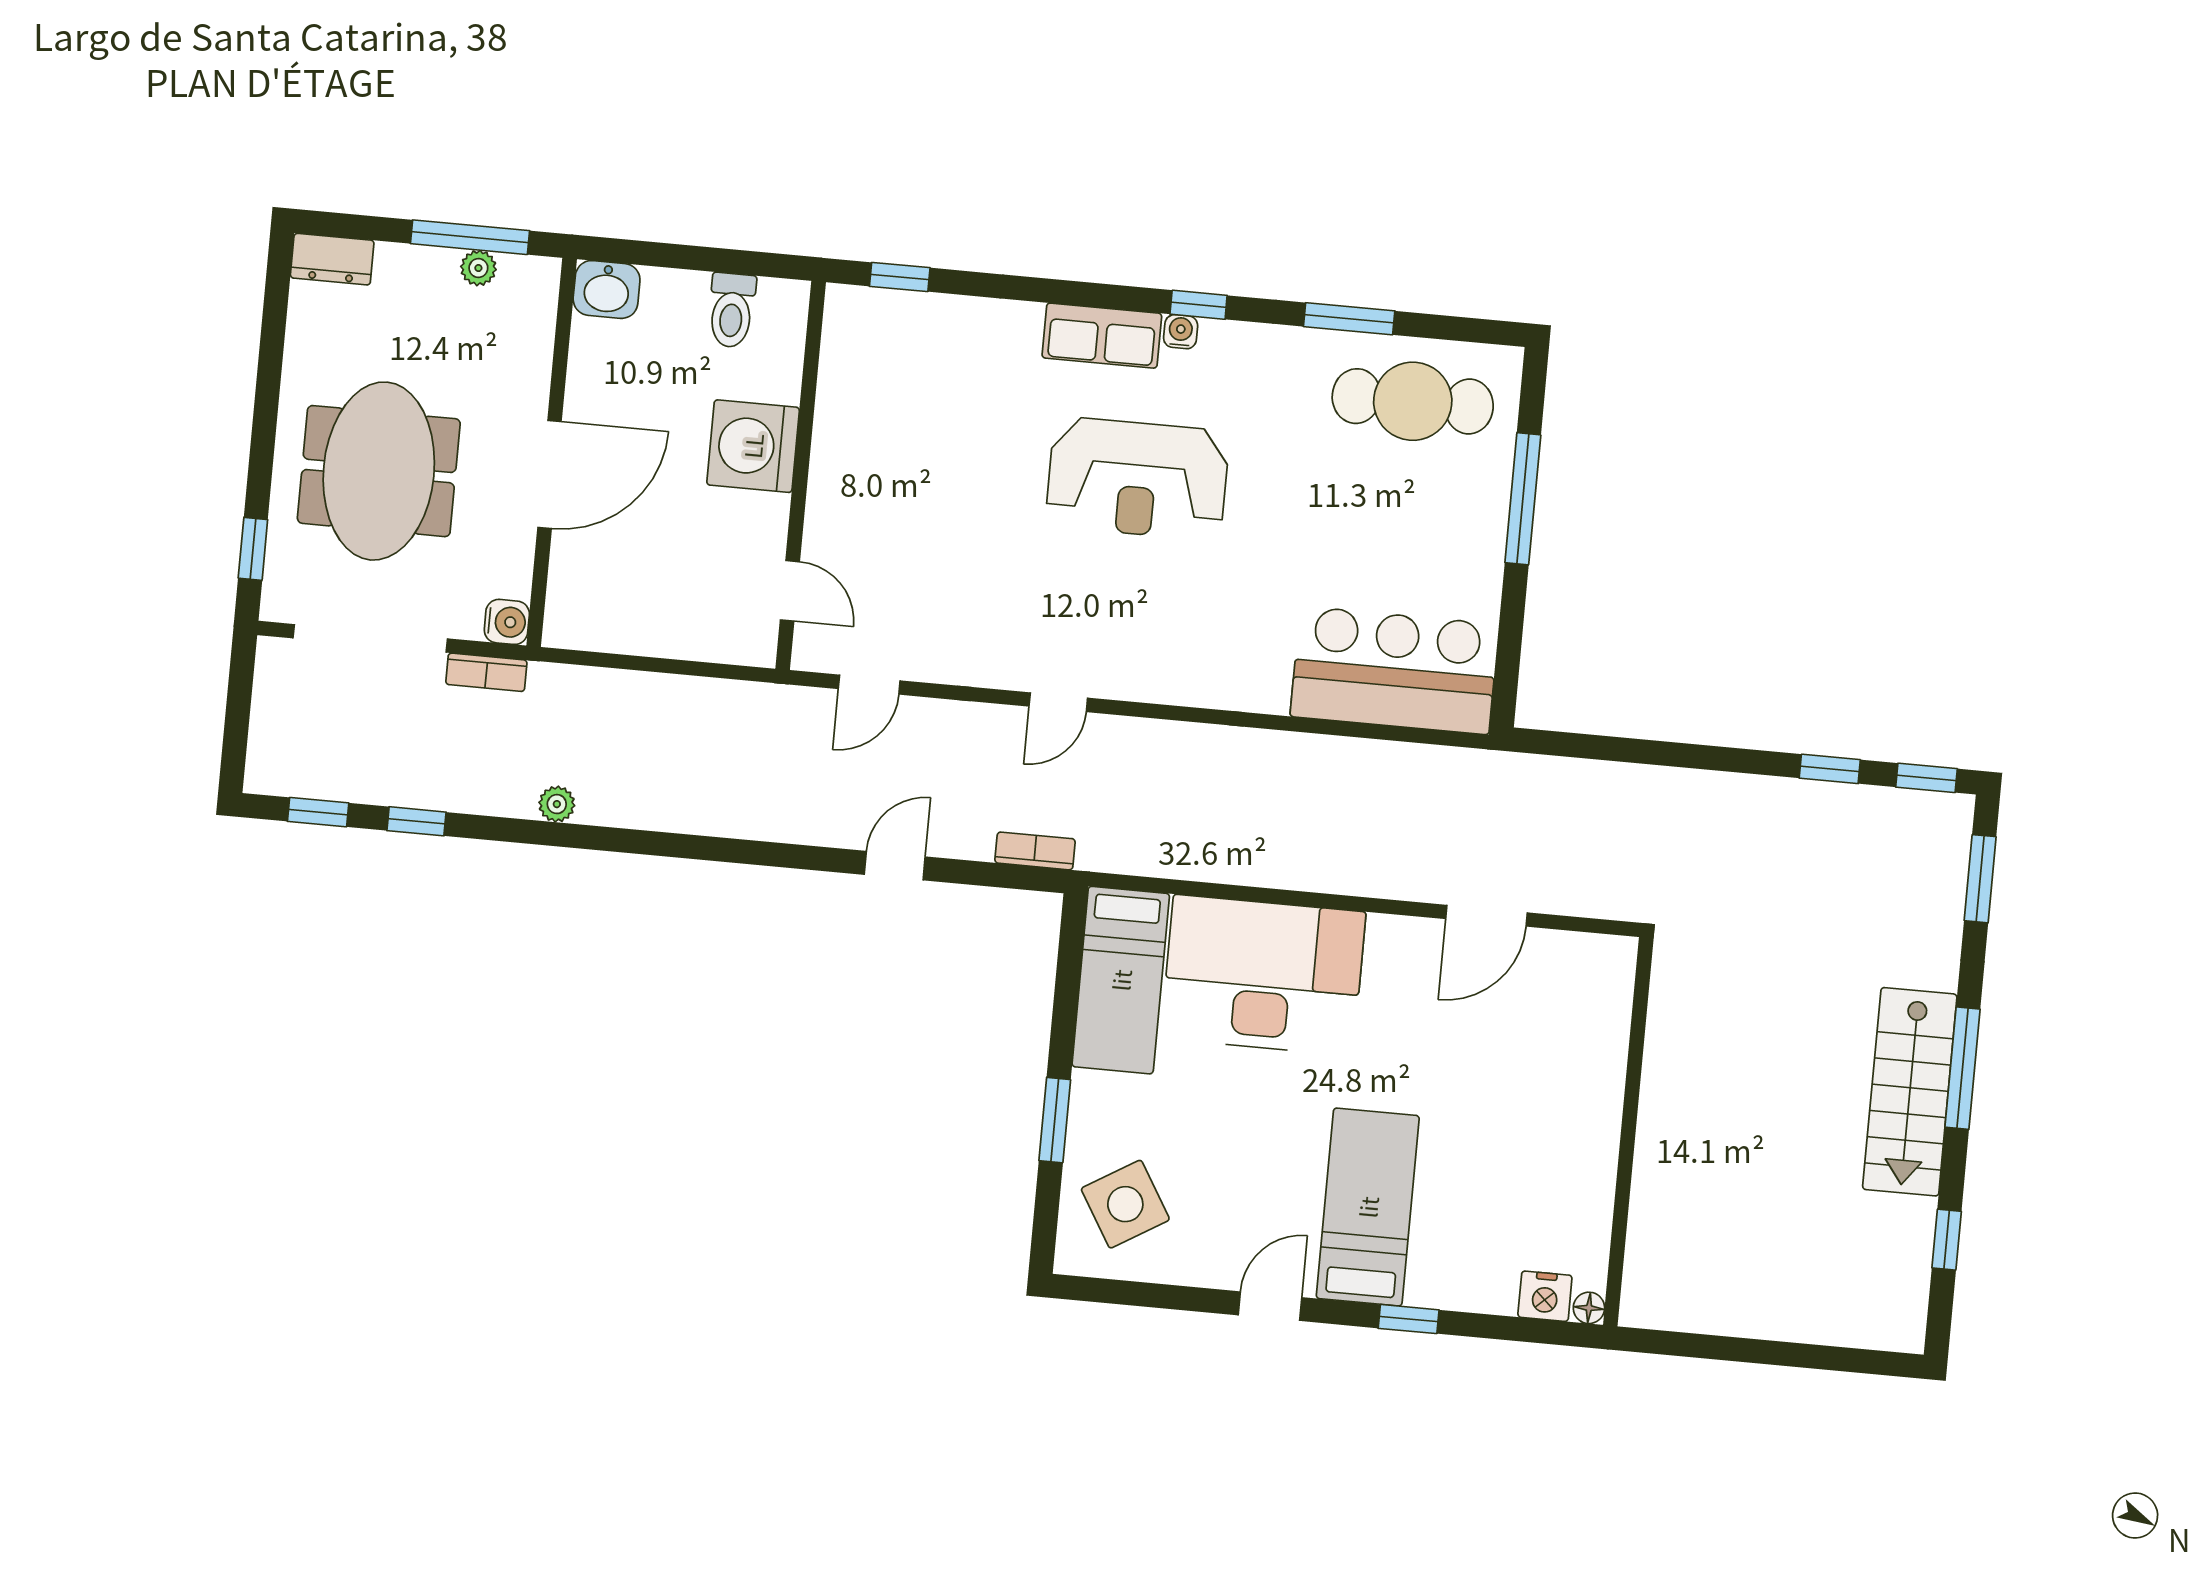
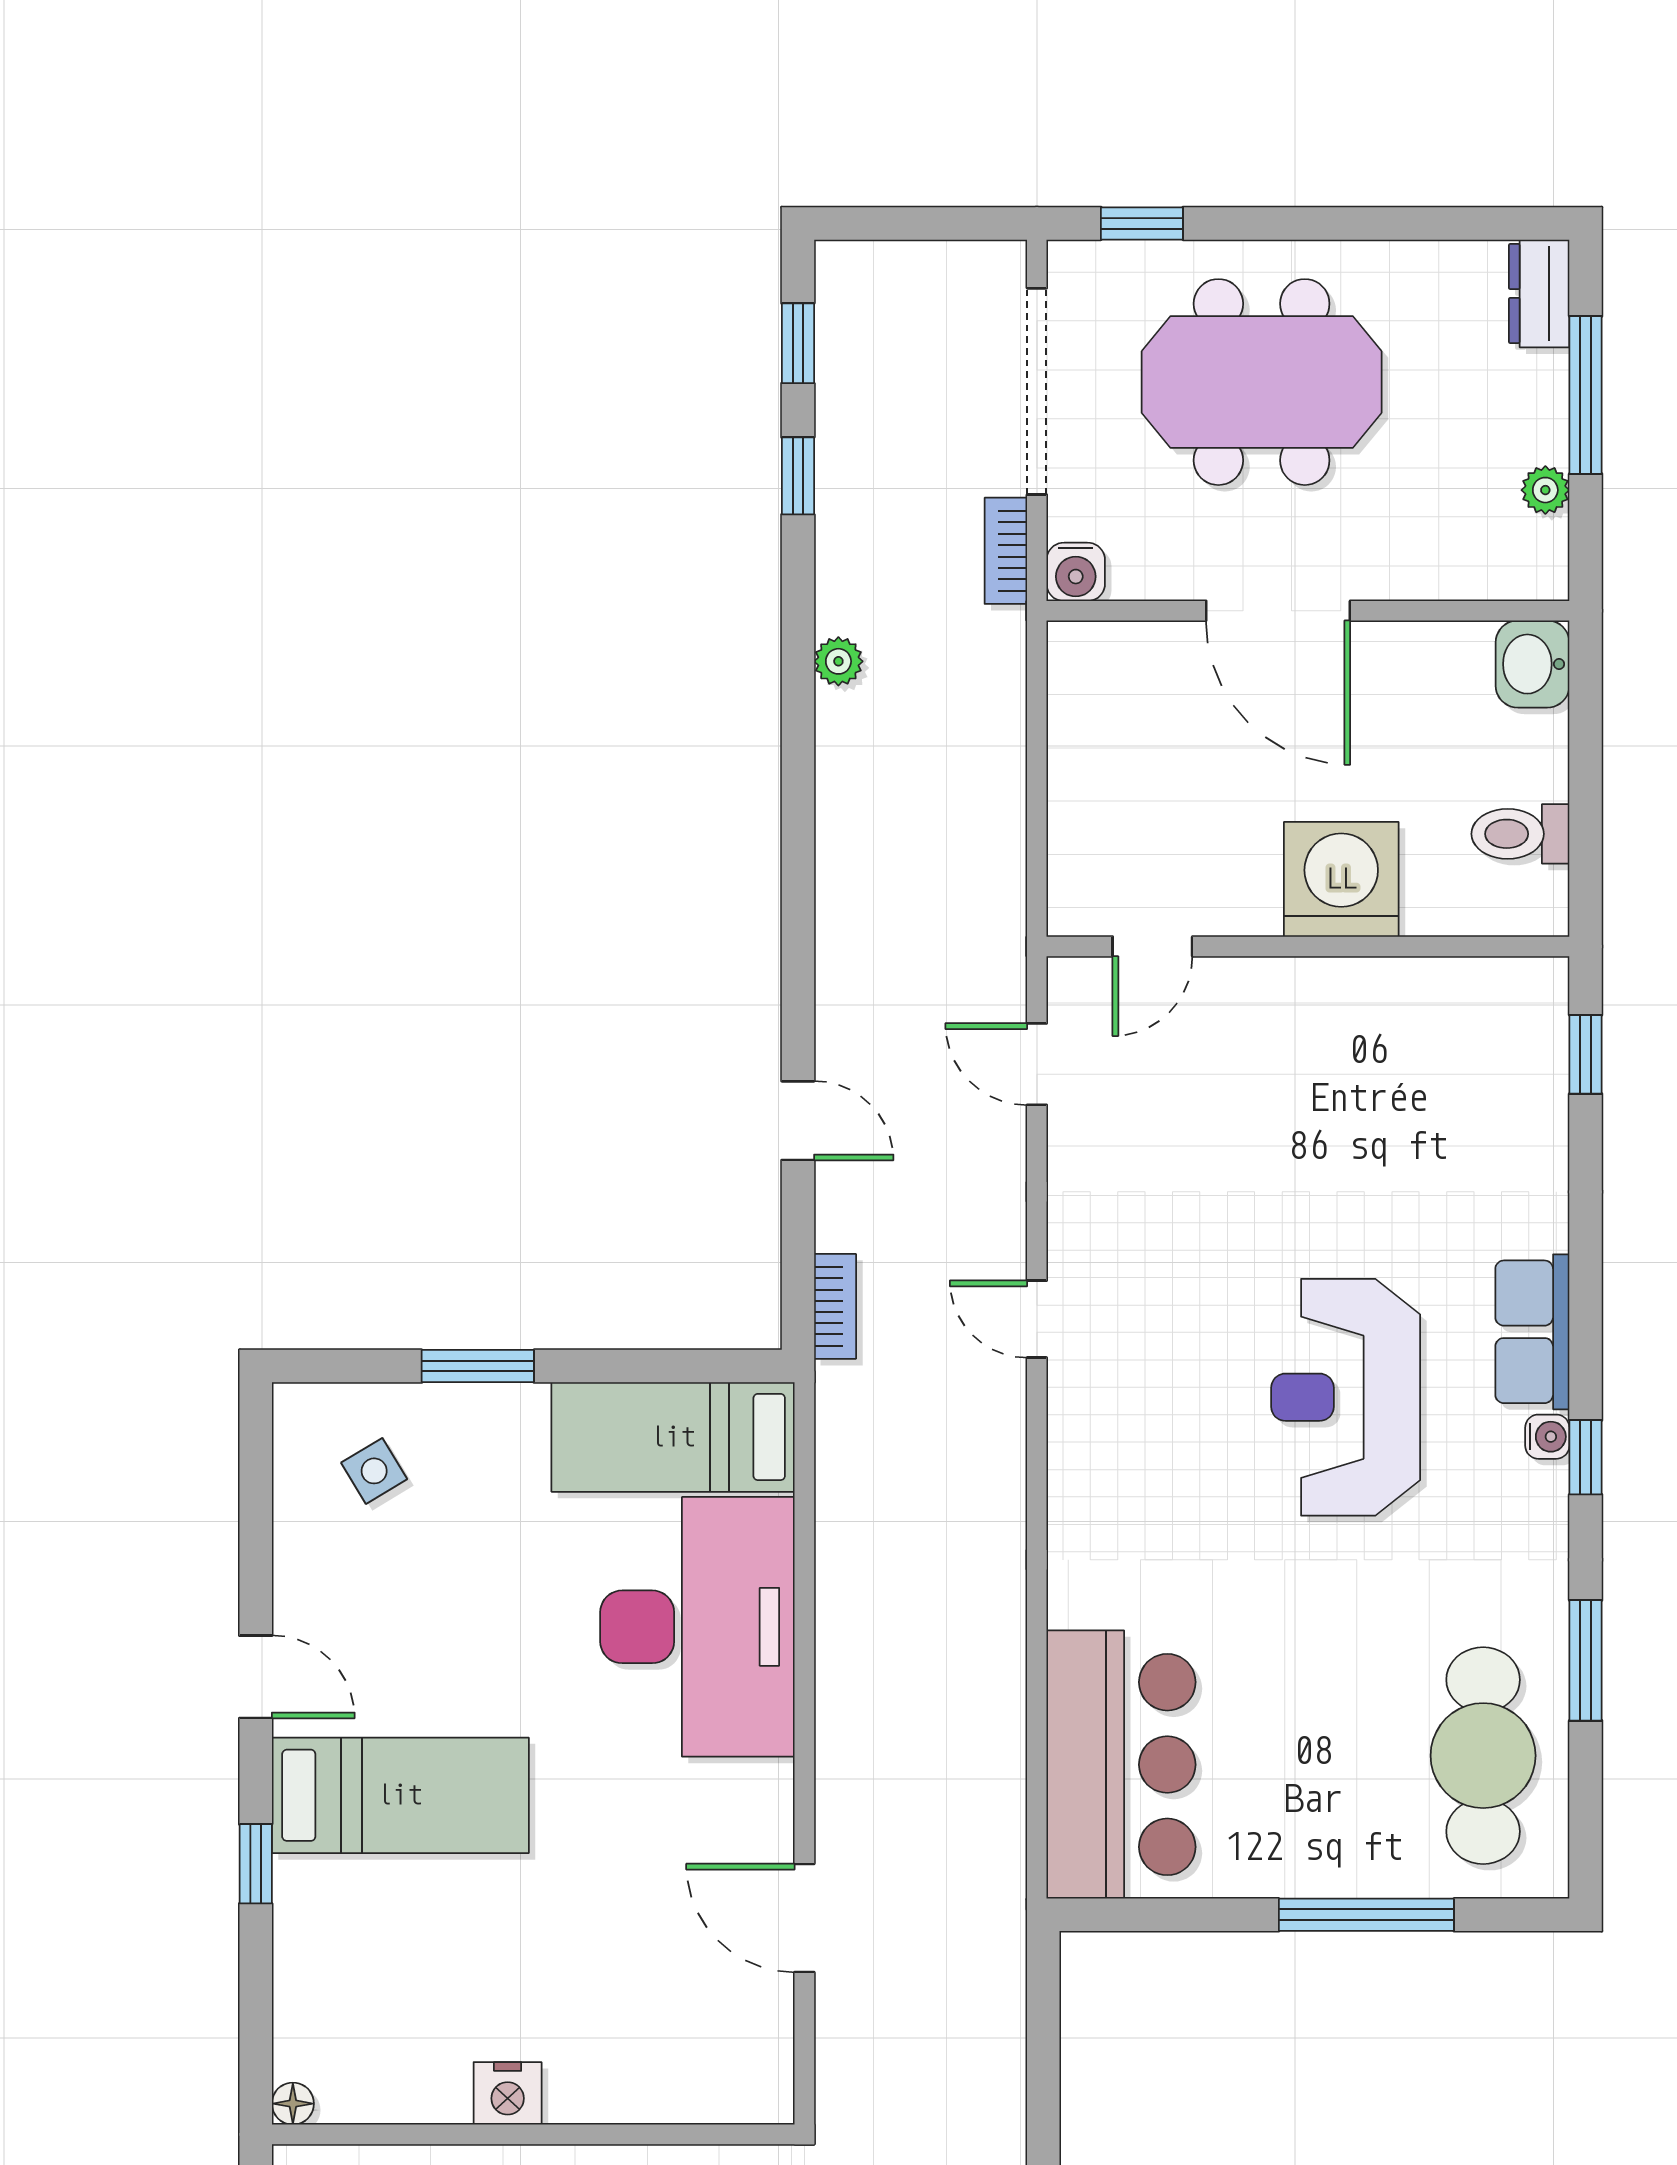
window: (470, 237) -> (1586, 395), moved
side table: (1125, 1204) -> (374, 1471), width x0.54, depth x0.54
nightstand: (1545, 1296) -> (508, 2093), moved, turned -90

